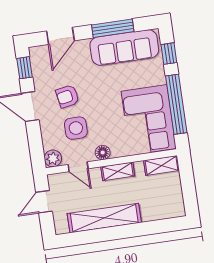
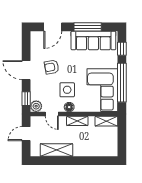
window: (25, 68) -> (26, 99), moved
side table: (76, 128) -> (67, 90), moved
shelving: (104, 218) -> (56, 150), width x0.68

